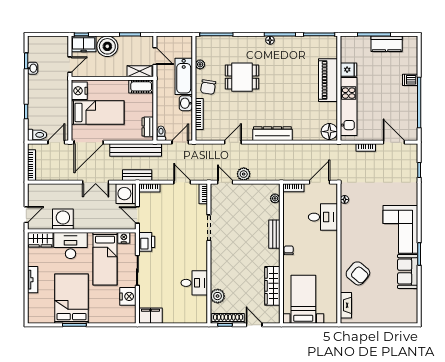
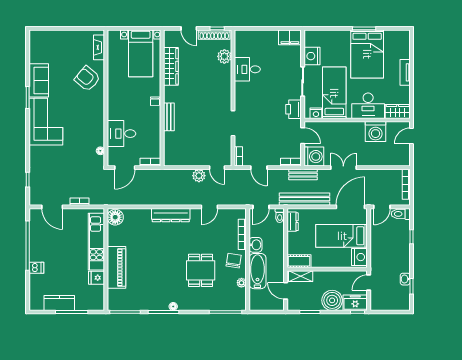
dining table: (242, 77) -> (201, 270), turned 90
plant: (275, 198) -> (168, 152), removed

